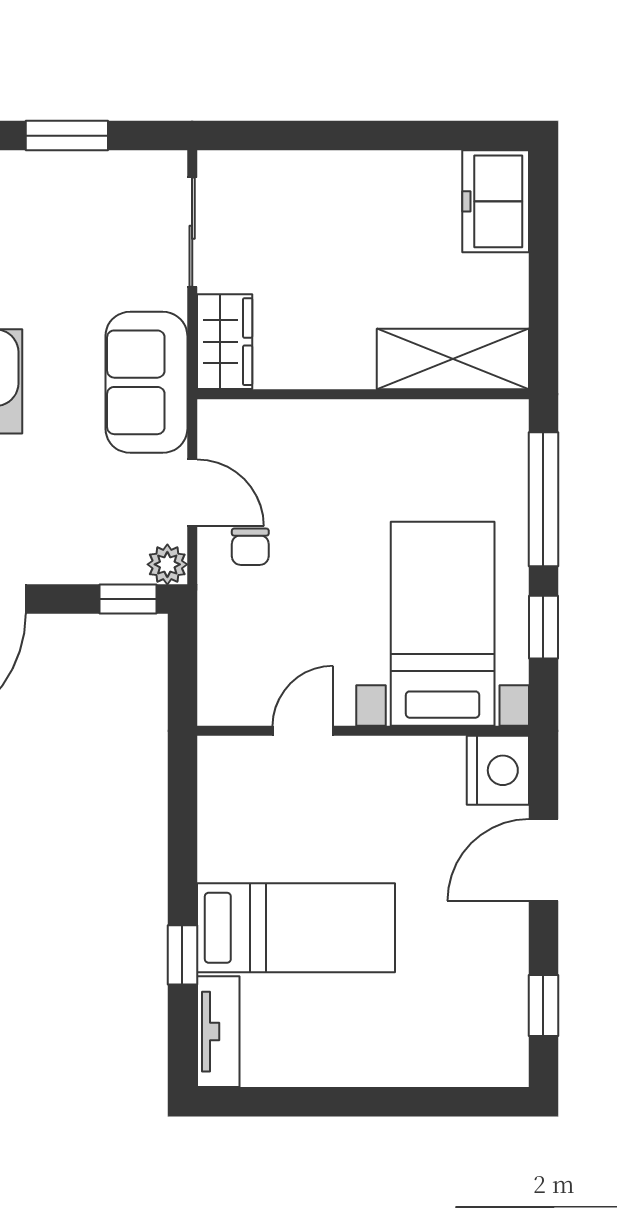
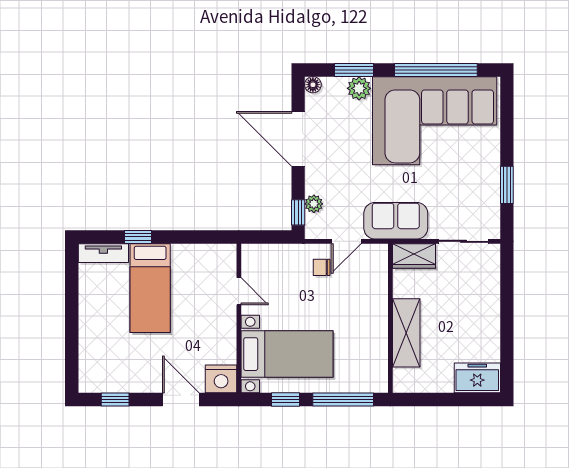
shelving: (453, 359) -> (406, 333), moved
plant: (167, 564) -> (314, 204), moved

